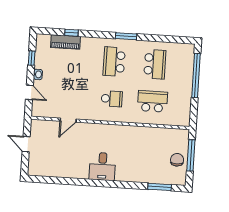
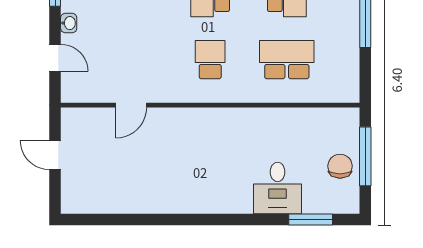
school desk: (112, 99) -> (210, 60), turned -90
desk: (102, 167) -> (278, 188), moved

